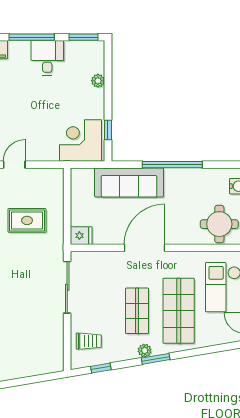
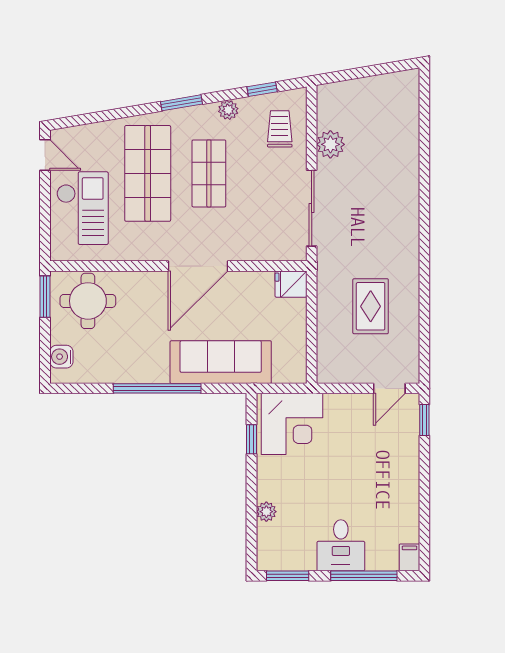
rug: (27, 220) -> (371, 306), turned 90
plant: (54, 331) -> (330, 144), added
trolley: (89, 341) -> (280, 129), turned 90
plant: (145, 351) -> (228, 110), moved

